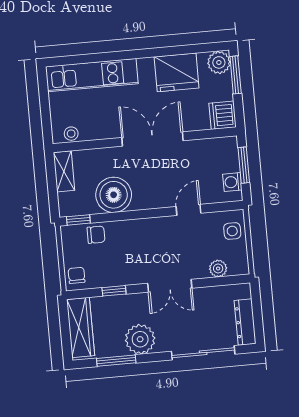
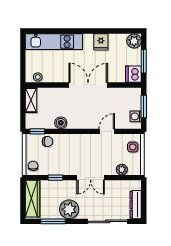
fridge: (177, 72) -> (101, 42), width x0.53, depth x0.75
window: (236, 75) -> (144, 61), moved
boiler: (114, 195) -> (61, 123), width x0.54, depth x0.54

